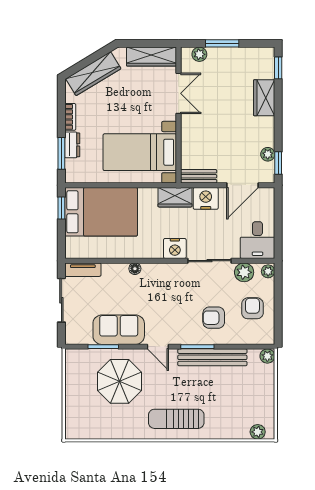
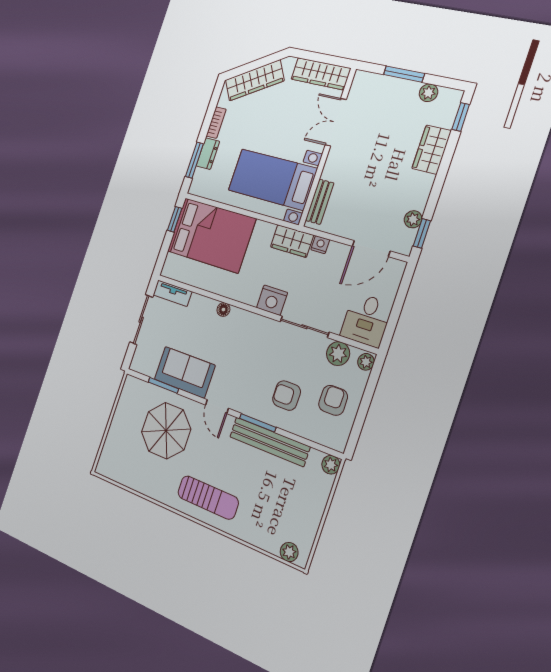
plant: (199, 54) -> (428, 93), moved
double door: (179, 93) -> (336, 122), swing flipped
bench: (199, 176) -> (320, 202), moved, turned 90
nightstand: (206, 198) -> (320, 245), width x0.53, depth x0.56
sun lounger: (176, 419) -> (208, 497), turned 180

